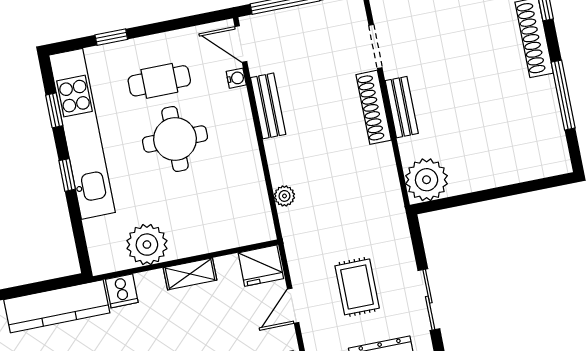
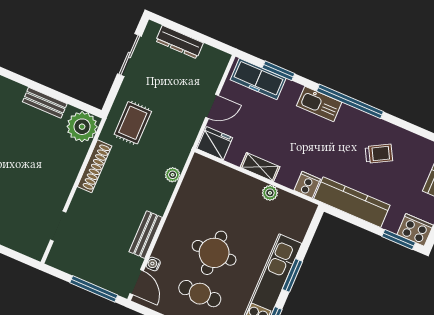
shoe rack: (374, 107) -> (94, 166), moved
bench: (402, 107) -> (45, 103), moved, turned 90
window: (67, 175) -> (292, 275), width x1.50
plant: (147, 245) -> (270, 193), width x0.53, depth x0.53
rug: (357, 287) -> (133, 123), moved

